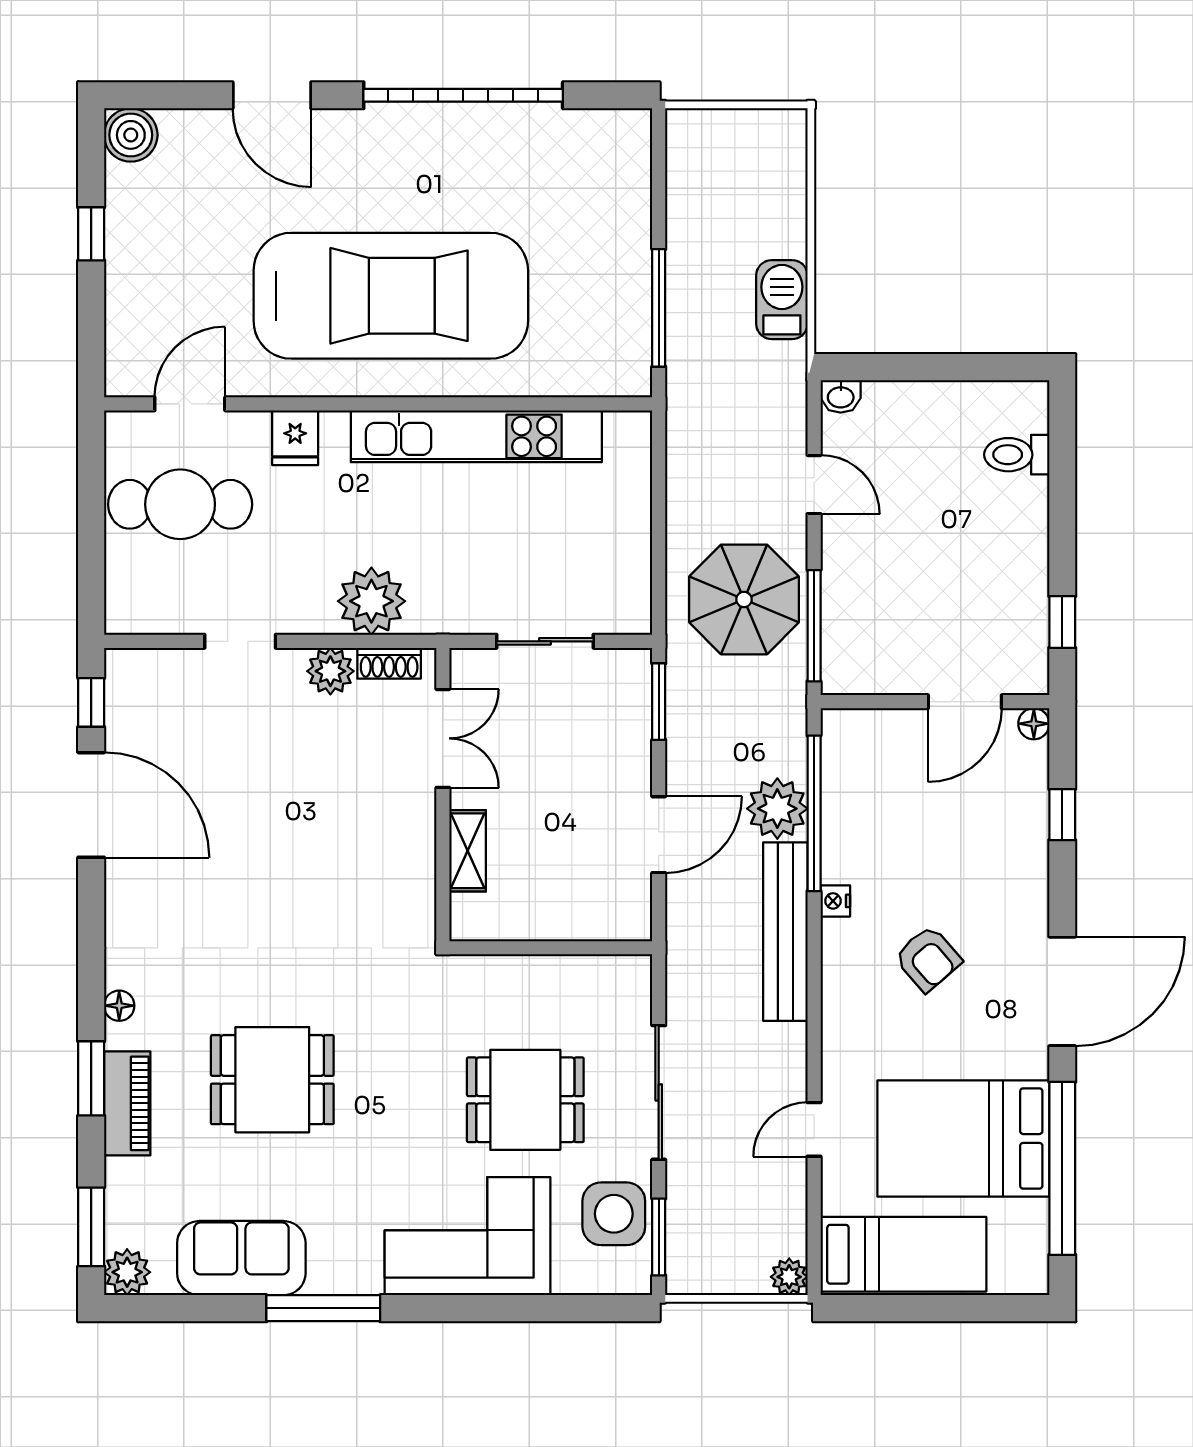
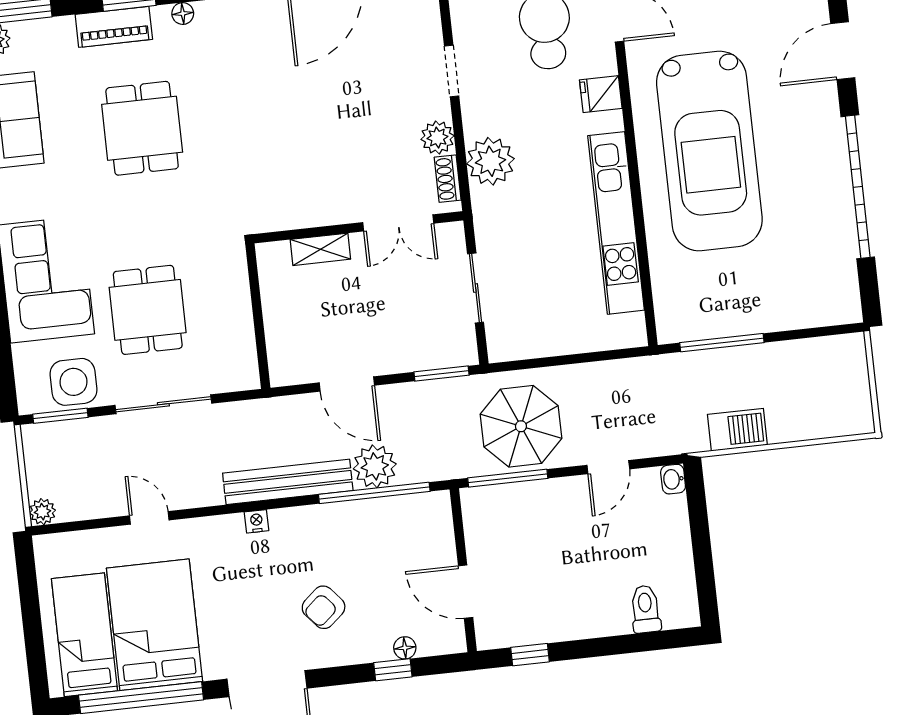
floor lamp: (1034, 724) -> (405, 648), moved
nightstand: (835, 901) -> (256, 521), moved
armchair: (928, 959) -> (324, 607), moved
bed: (903, 1254) -> (84, 635), moved, turned 180

